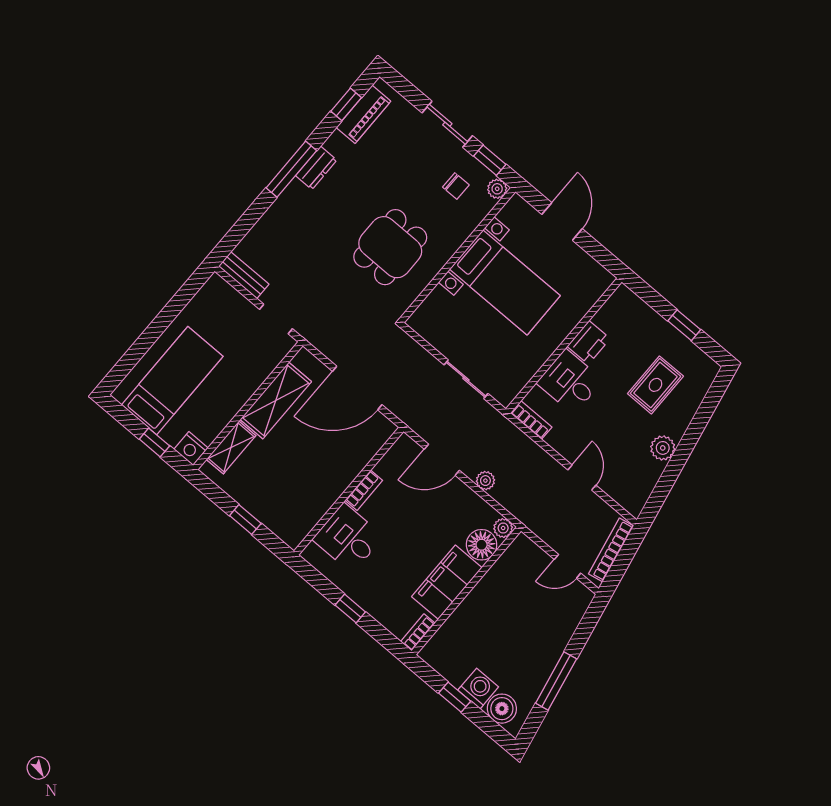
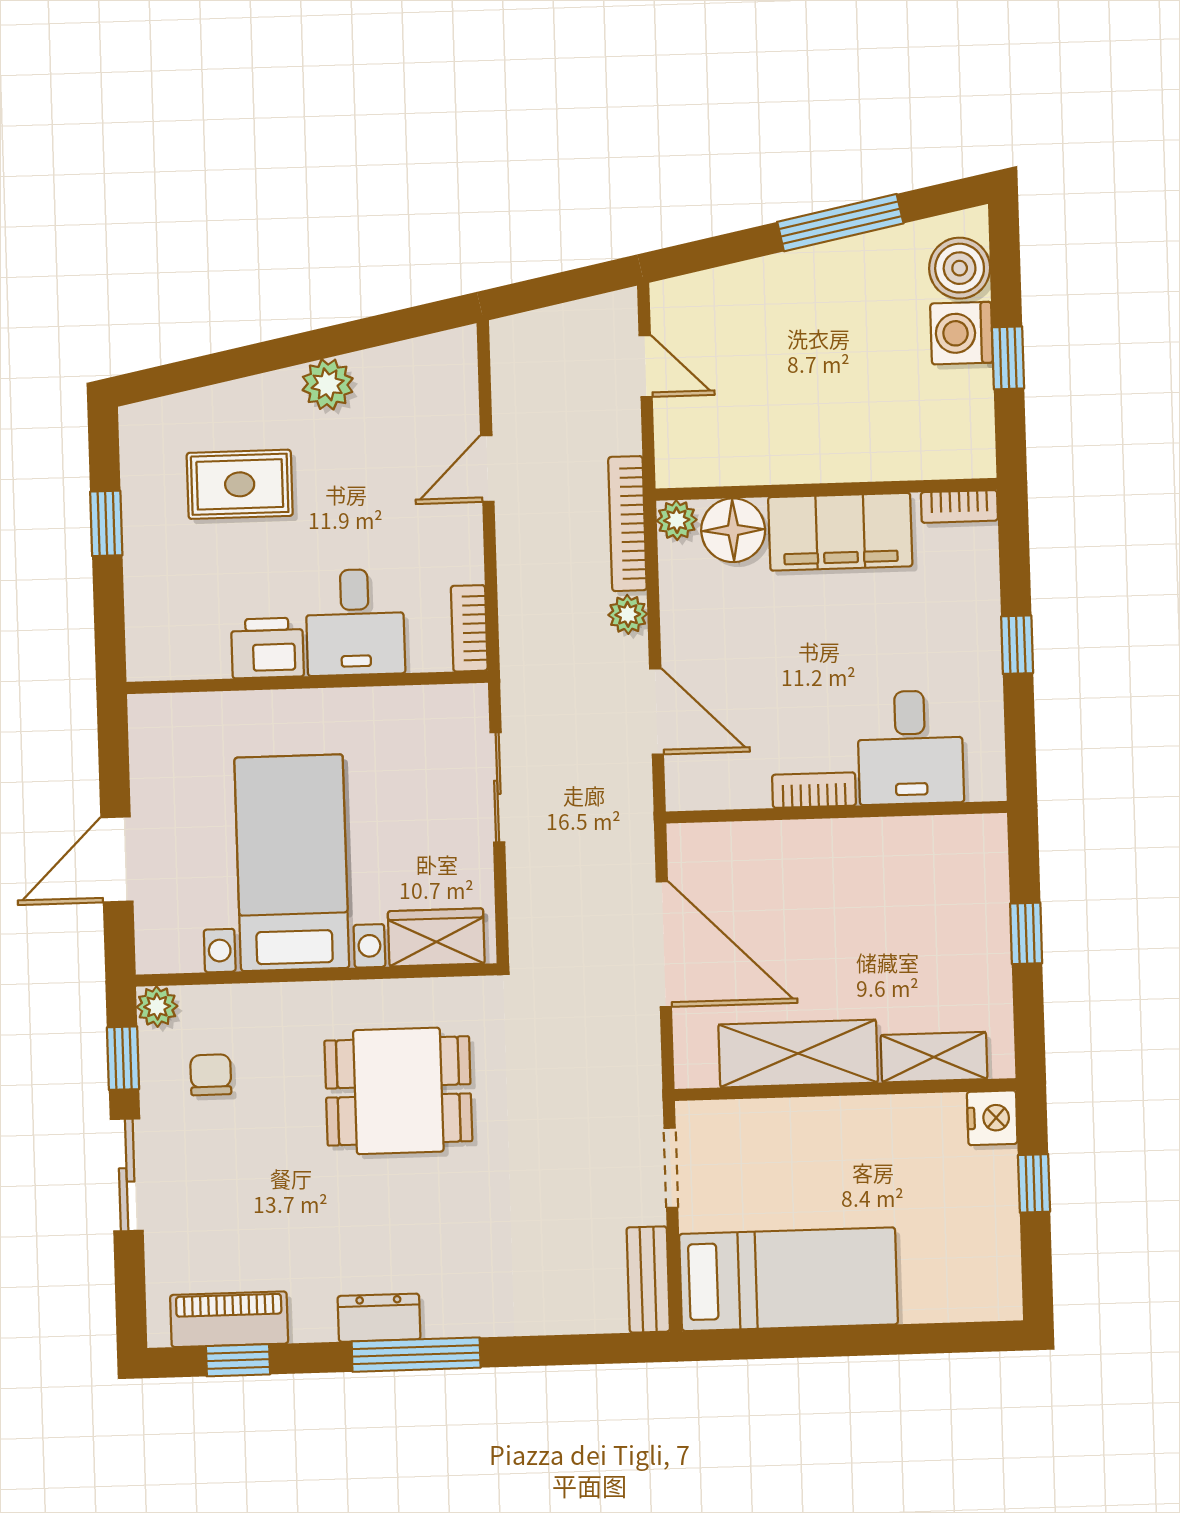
wardrobe: (432, 310) -> (436, 937), added
bed: (172, 381) -> (788, 1279), moved, turned 180
bookcase: (611, 550) -> (627, 524), moved, turned 101

